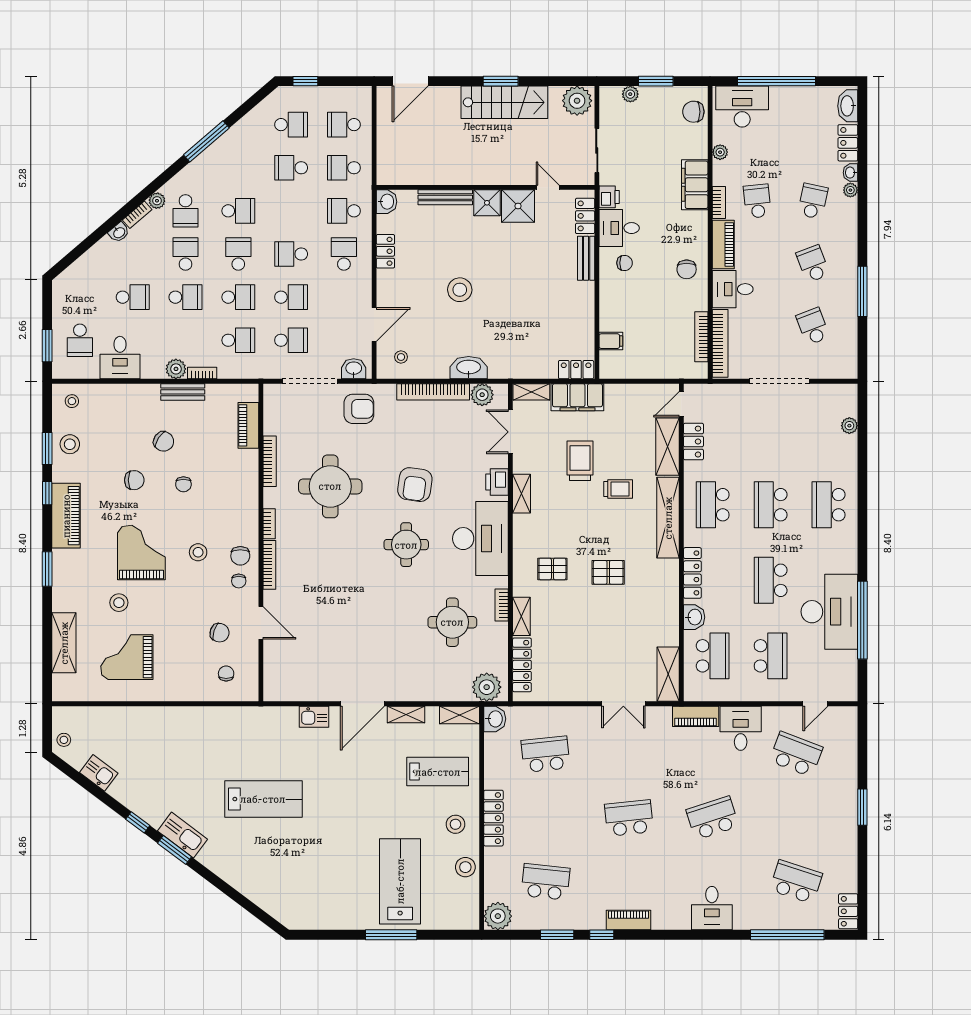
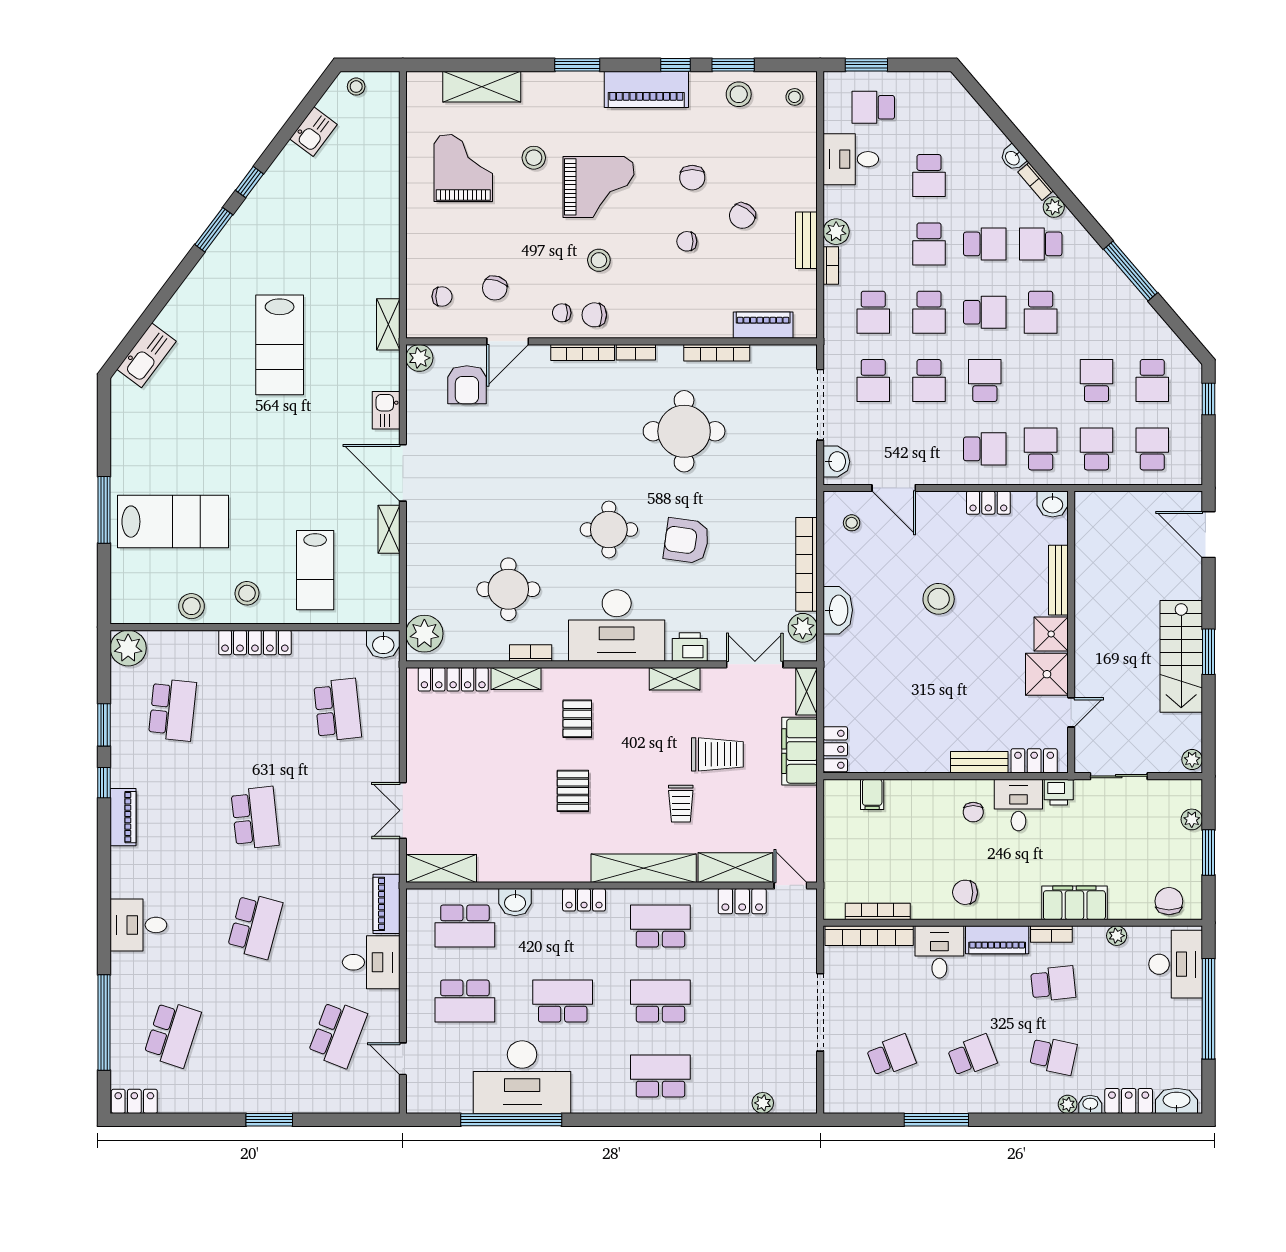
plant: (577, 101) -> (1192, 760), width x0.53, depth x0.53
armchair: (359, 409) -> (467, 385), moved
locker: (692, 573) -> (584, 900), width x0.66
plant: (274, 691) -> (419, 358), added
shelving: (459, 715) -> (388, 324), moved
school desk: (712, 818) -> (255, 926), turned 33
kitchen sink: (182, 835) -> (147, 355), moved

